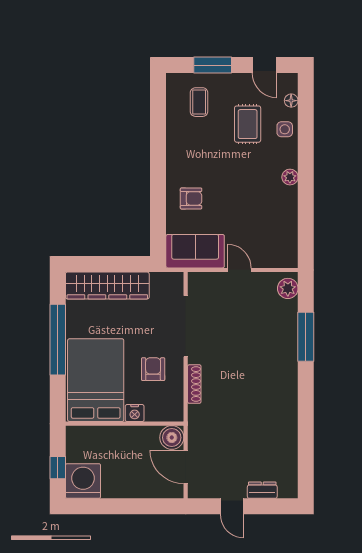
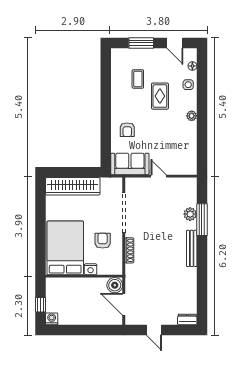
coffee table: (199, 102) -> (138, 79), moved
rug: (248, 124) -> (160, 96), moved
armchair: (191, 198) -> (127, 130), turned 90
plant: (288, 288) -> (190, 214), moved
window: (58, 340) -> (40, 222), removed
bench: (290, 381) -> (192, 248), added
washing machine: (83, 481) -> (52, 319), width x0.53, depth x0.53
dresser: (262, 490) -> (187, 319), moved

